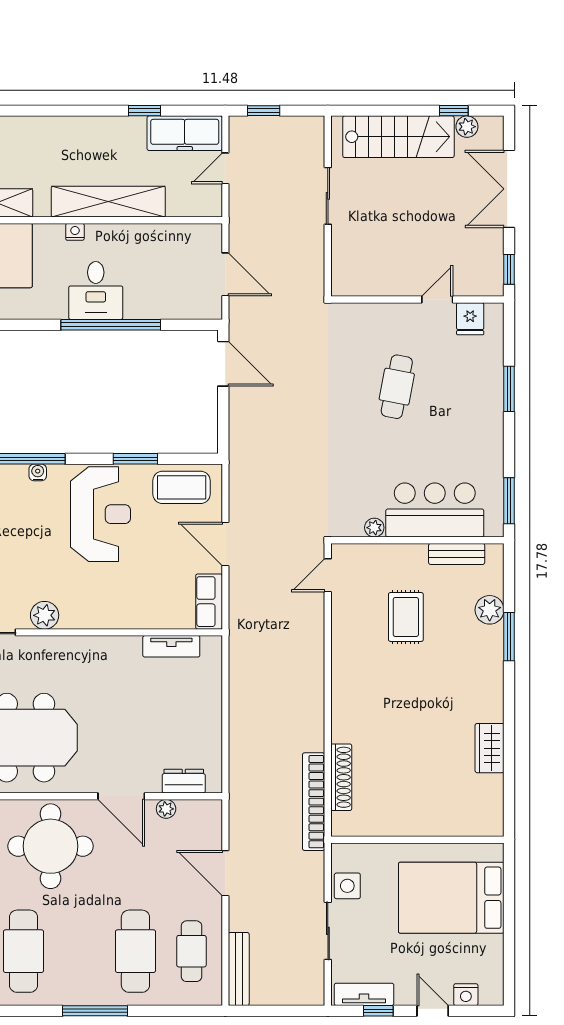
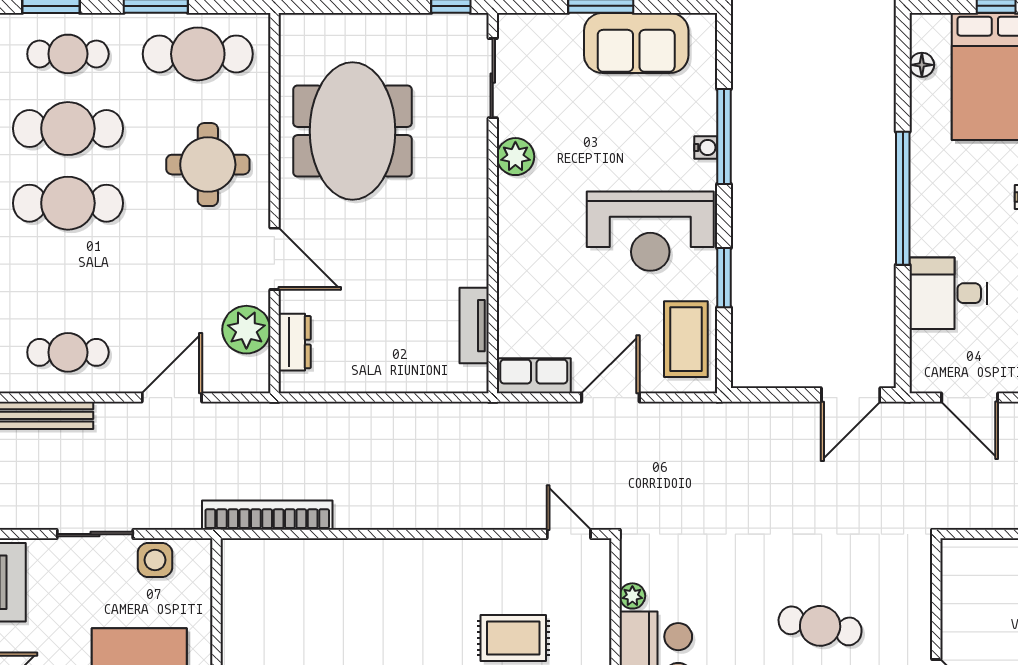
door: (225, 274) -> (970, 398), hinge flipped
desk: (96, 290) -> (948, 293), moved
window: (111, 325) -> (903, 198), moved
shoe rack: (341, 777) -> (300, 552), removed
door: (121, 796) -> (274, 259), swing flipped
plant: (166, 809) -> (246, 330), width x1.87, depth x1.87
round table: (51, 846) -> (208, 165), width x0.73, depth x0.73
cafe table: (135, 951) -> (68, 203), moved

